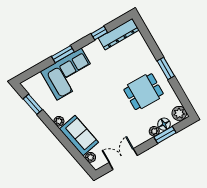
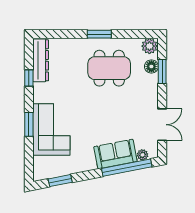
dining table: (144, 92) -> (109, 68), width x1.37
plant: (59, 121) -> (91, 165), removed
plant: (154, 131) -> (153, 80), removed
window: (73, 151) -> (127, 168), added
double door: (123, 159) -> (162, 125), swing flipped

